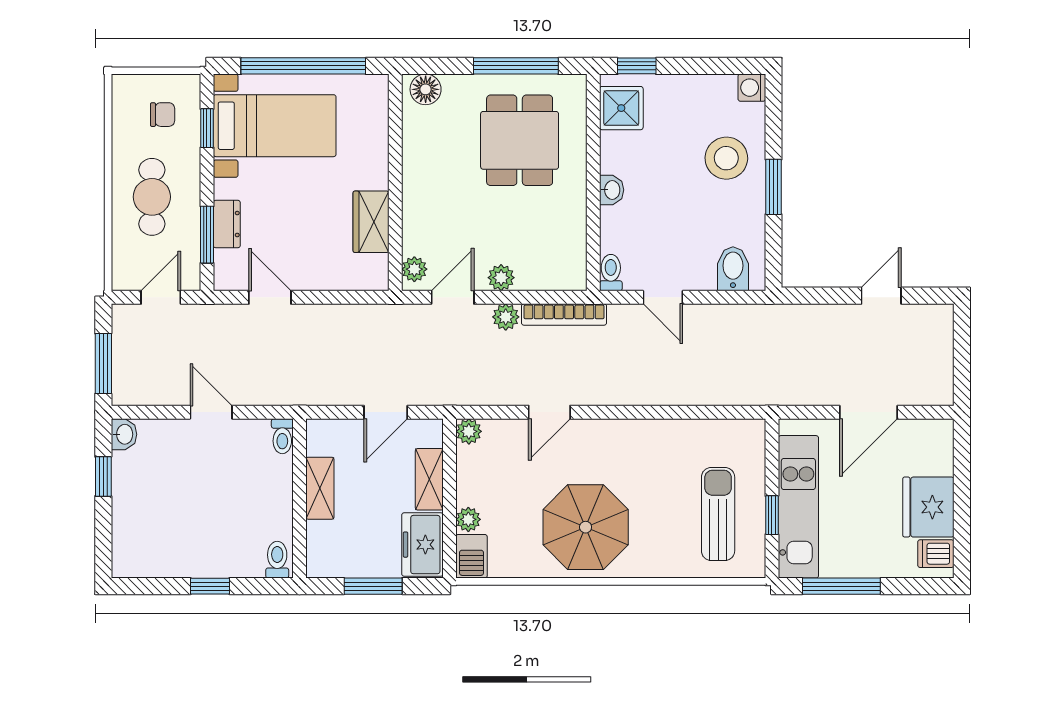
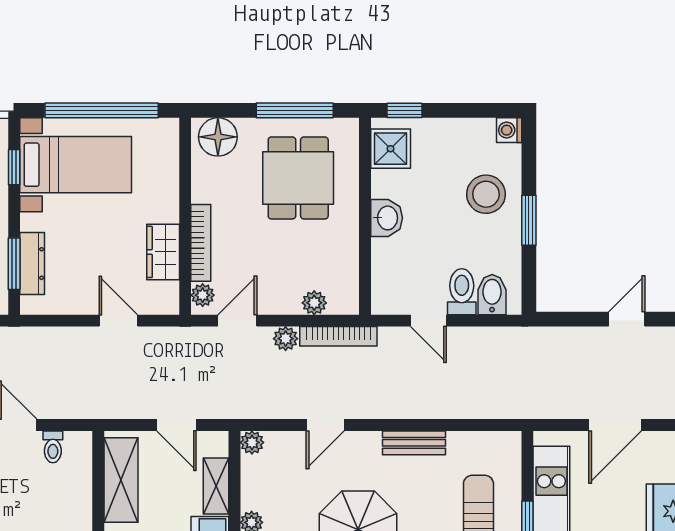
floor lamp: (426, 89) -> (218, 137), width x1.38, depth x1.38
washbasin: (612, 190) -> (387, 218), width x1.38, depth x1.45
bookcase: (413, 212) -> (201, 243), added
dresser: (227, 224) -> (32, 264), width x1.44
toilet: (611, 273) -> (462, 292), moved, width x1.37, depth x1.39
plant: (501, 278) -> (314, 303), moved
door: (270, 297) -> (118, 321), moved
door: (386, 412) -> (176, 425), hinge flipped
bench: (647, 432) -> (414, 443), added
toilet: (282, 436) -> (53, 447), moved
shelving: (320, 488) -> (121, 480), width x1.50, depth x1.33

